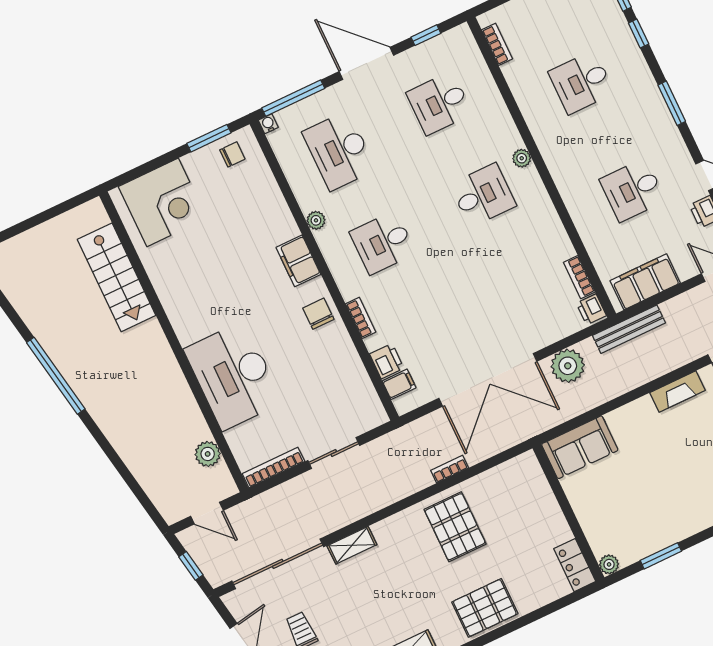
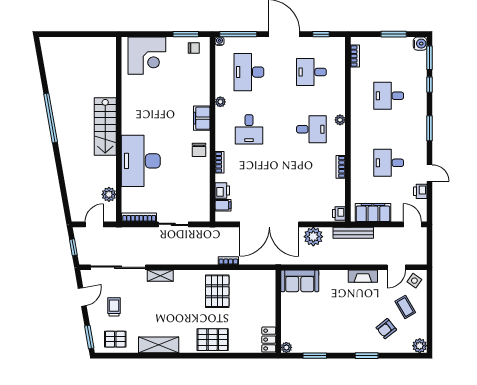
desk: (383, 243) -> (249, 129), turned -90
stairs: (117, 277) -> (105, 127), moved
bookcase: (579, 277) -> (341, 167), moved
chair: (318, 314) -> (199, 150), turned 180
door: (207, 513) -> (94, 224), swing flipped

